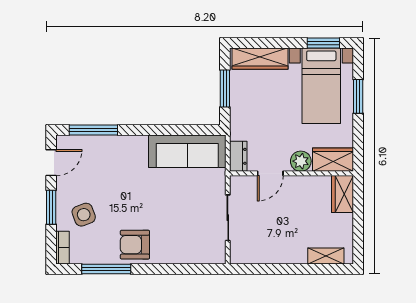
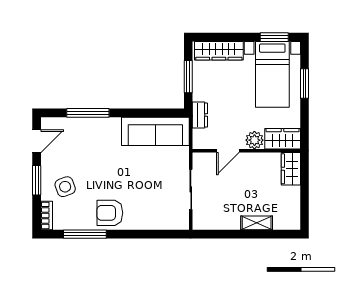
window: (93, 130) -> (88, 113), moved
dresser: (238, 156) -> (200, 115), moved
shelving: (326, 256) -> (257, 223), moved

